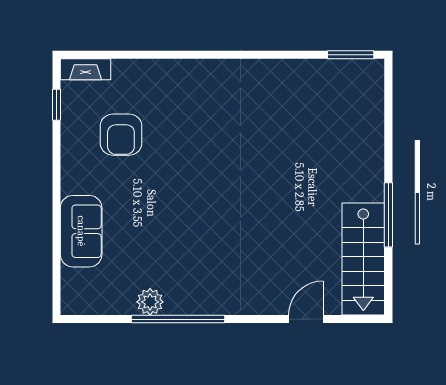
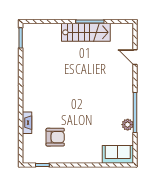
fireplace: (86, 69) -> (27, 123), moved
sofa: (81, 231) -> (118, 154), moved
stairs: (363, 259) -> (86, 32), moved

